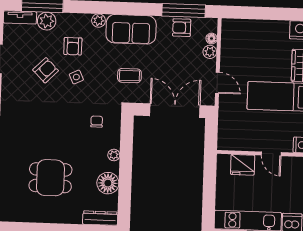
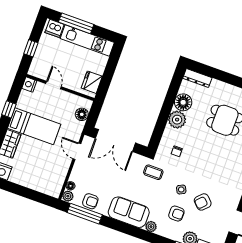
armchair: (73, 46) -> (176, 214), turned 90
plant: (210, 52) -> (68, 196), moved
coffee table: (129, 76) -> (153, 172), moved
floor lamp: (226, 129) -> (82, 114), added
plant: (114, 155) -> (177, 120), width x1.87, depth x1.87
fridge: (243, 165) -> (92, 82), moved, turned -90

